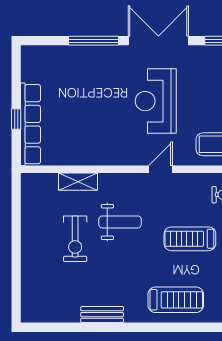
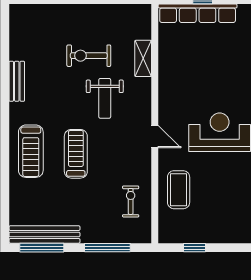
treadmill: (190, 239) -> (76, 154), moved

